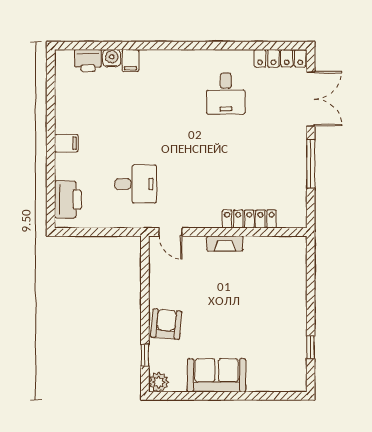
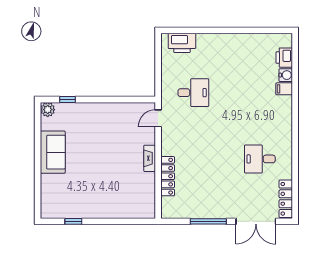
filing cabinet: (66, 143) -> (223, 42), removed
desk: (136, 184) -> (193, 93), turned -90
armchair: (166, 324) -> (90, 115), removed

